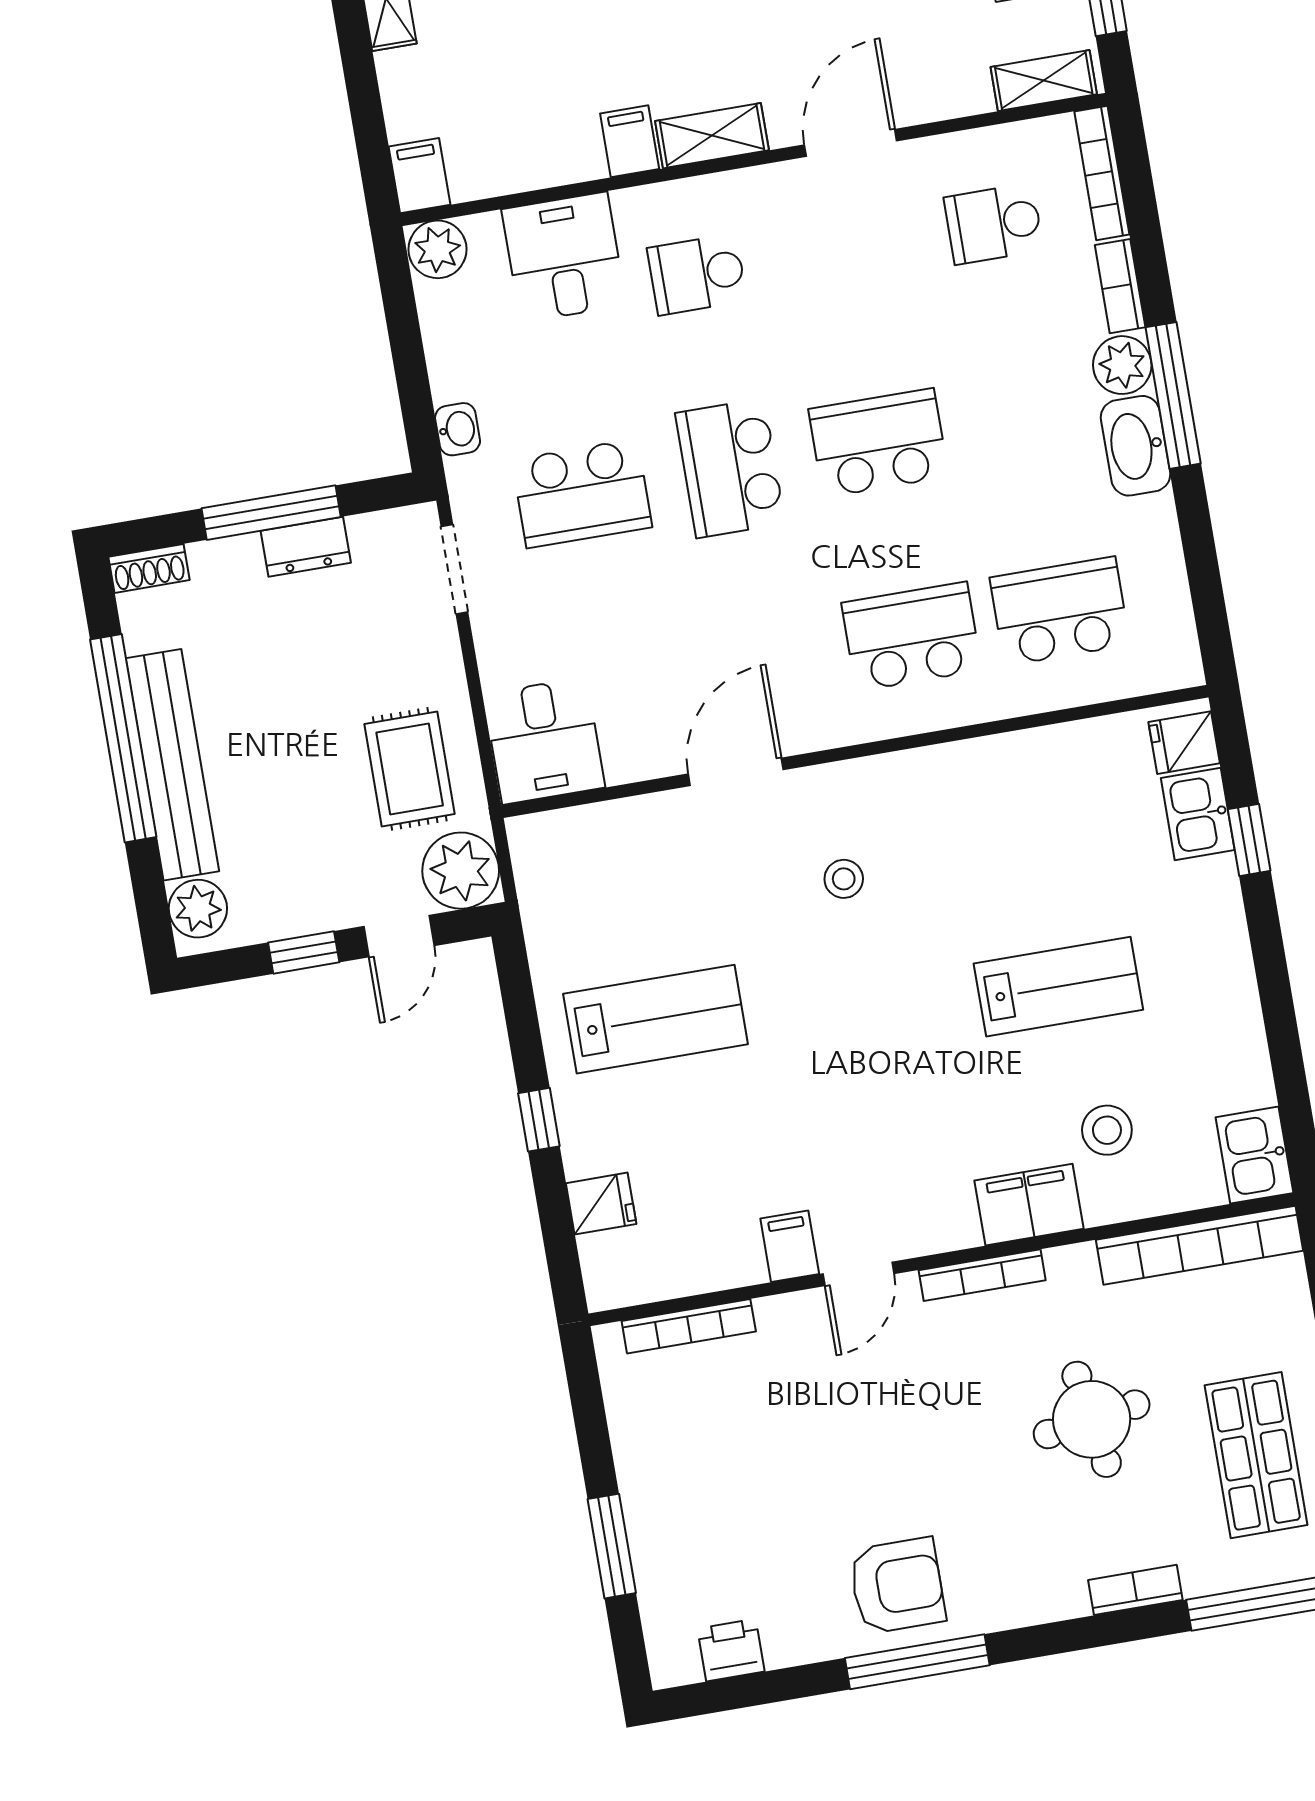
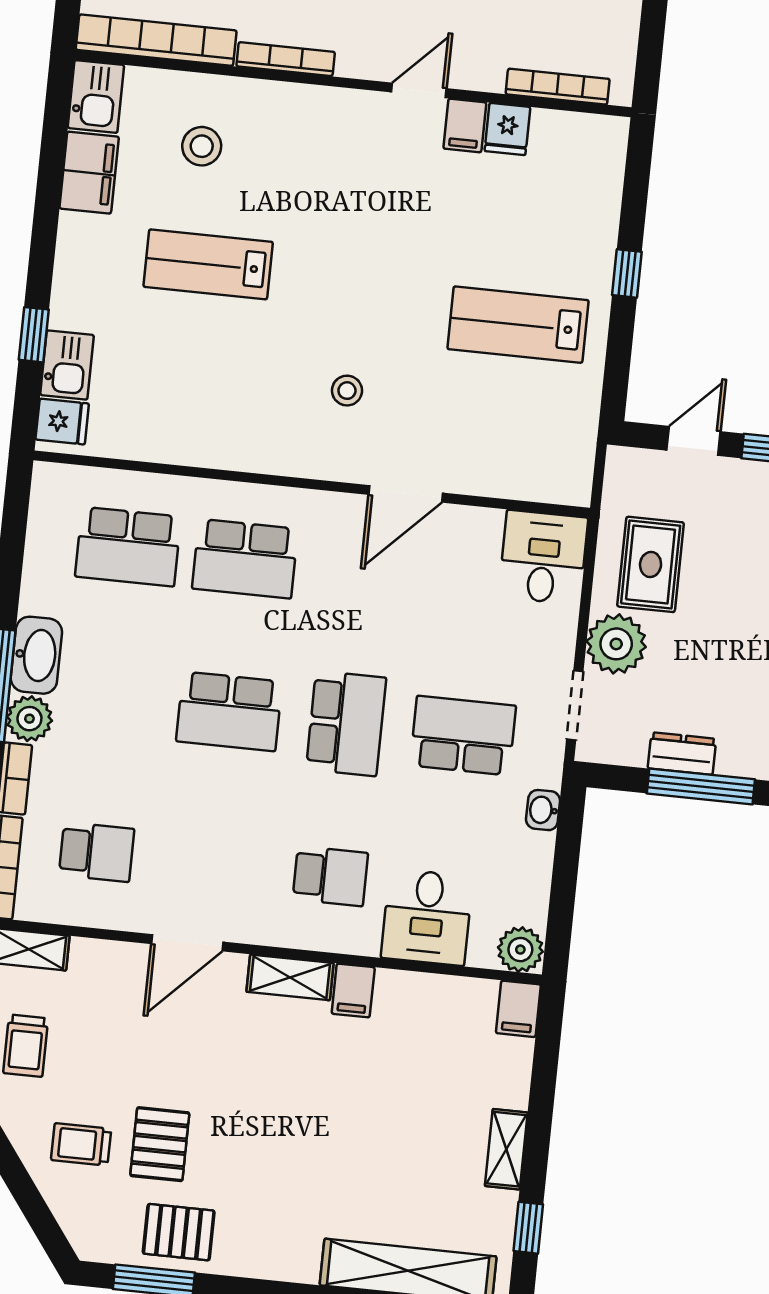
plant: (461, 871) -> (616, 644), moved
fridge: (601, 1204) -> (507, 129), moved, turned -90
filing cabinet: (1029, 1205) -> (89, 173), moved, turned -90
bookcase: (982, 1275) -> (286, 59), moved

